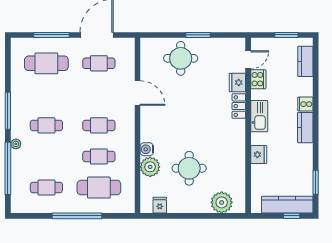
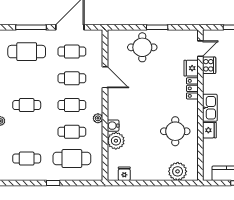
cafe table: (99, 94) -> (72, 78), added
kitchen sink: (259, 116) -> (210, 108), moved
plant: (129, 141) -> (98, 118), added
round table: (189, 168) -> (175, 131), moved
window: (77, 216) -> (53, 183), width x0.32

